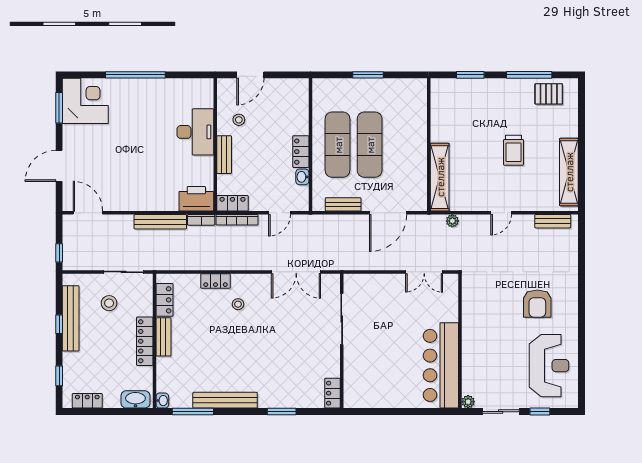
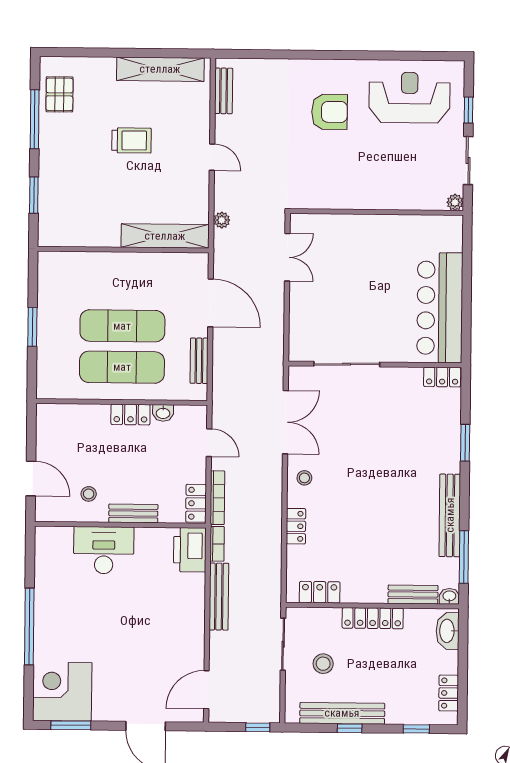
stool: (238, 304) -> (304, 478), moved
bench: (163, 337) -> (413, 594), moved
bar counter: (441, 365) -> (440, 308), moved, turned 90

